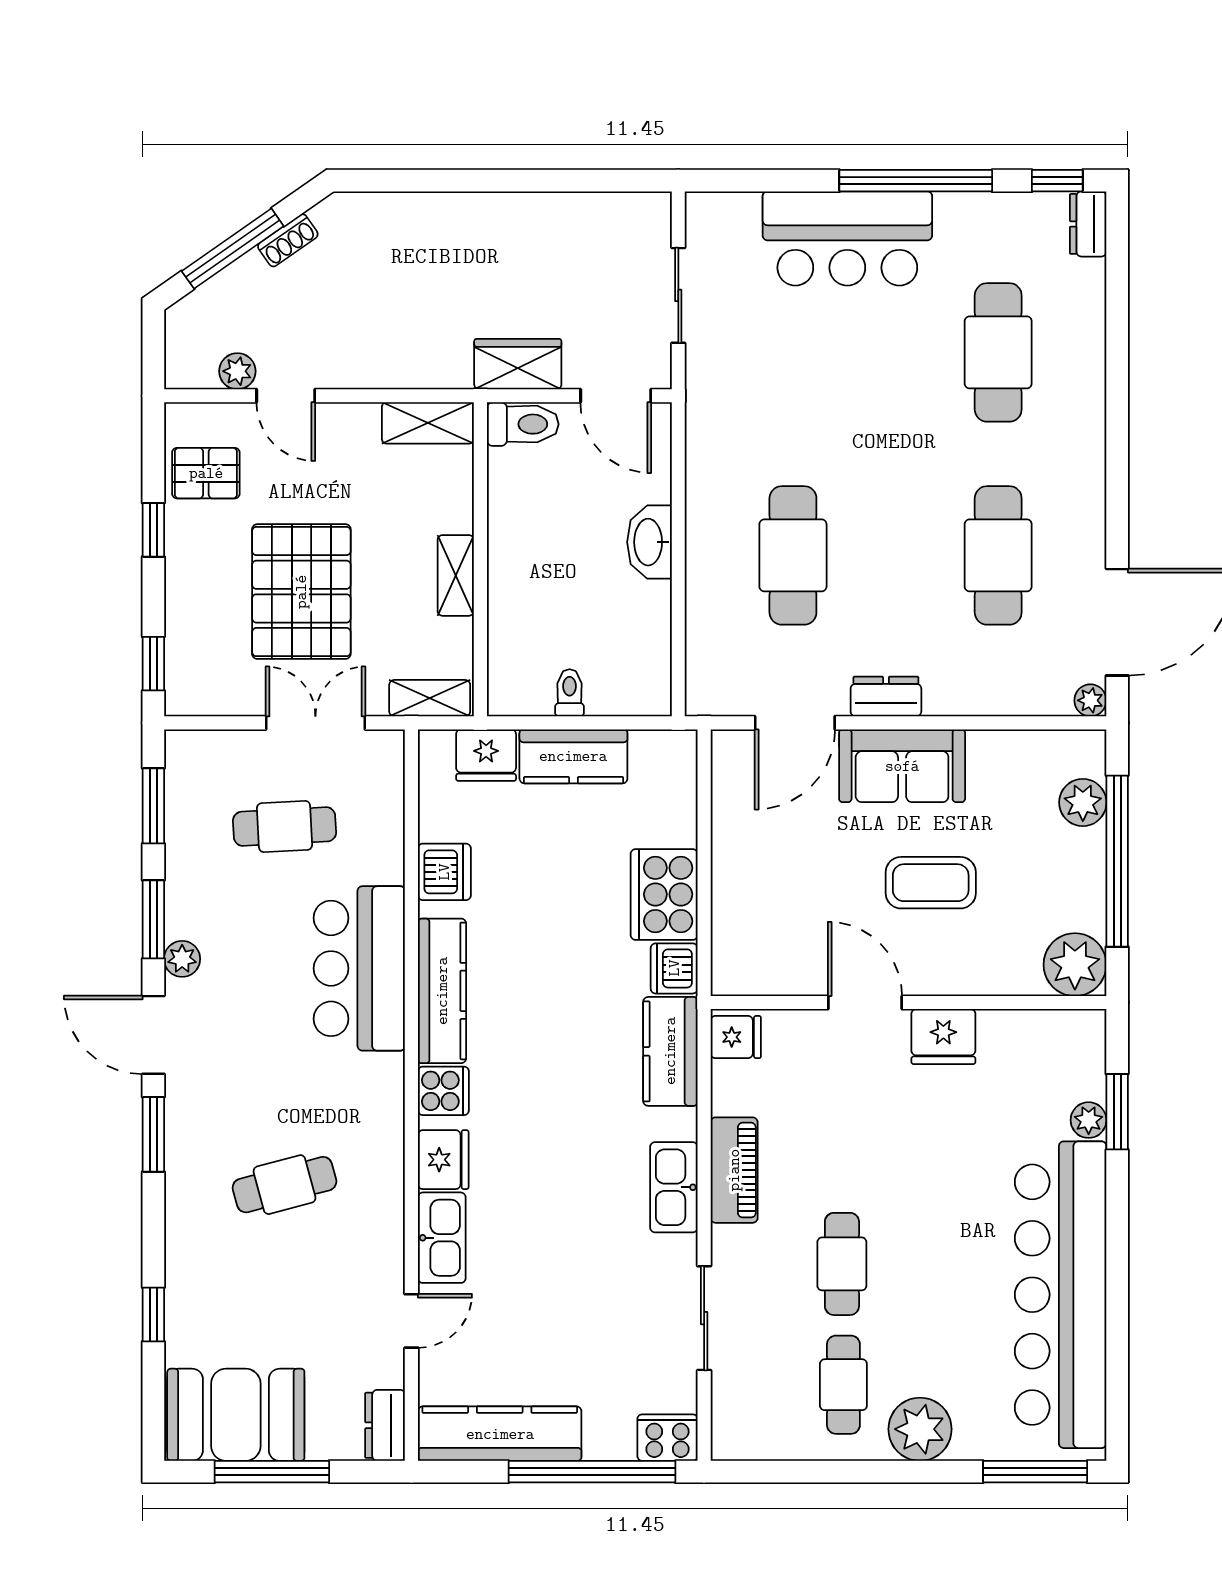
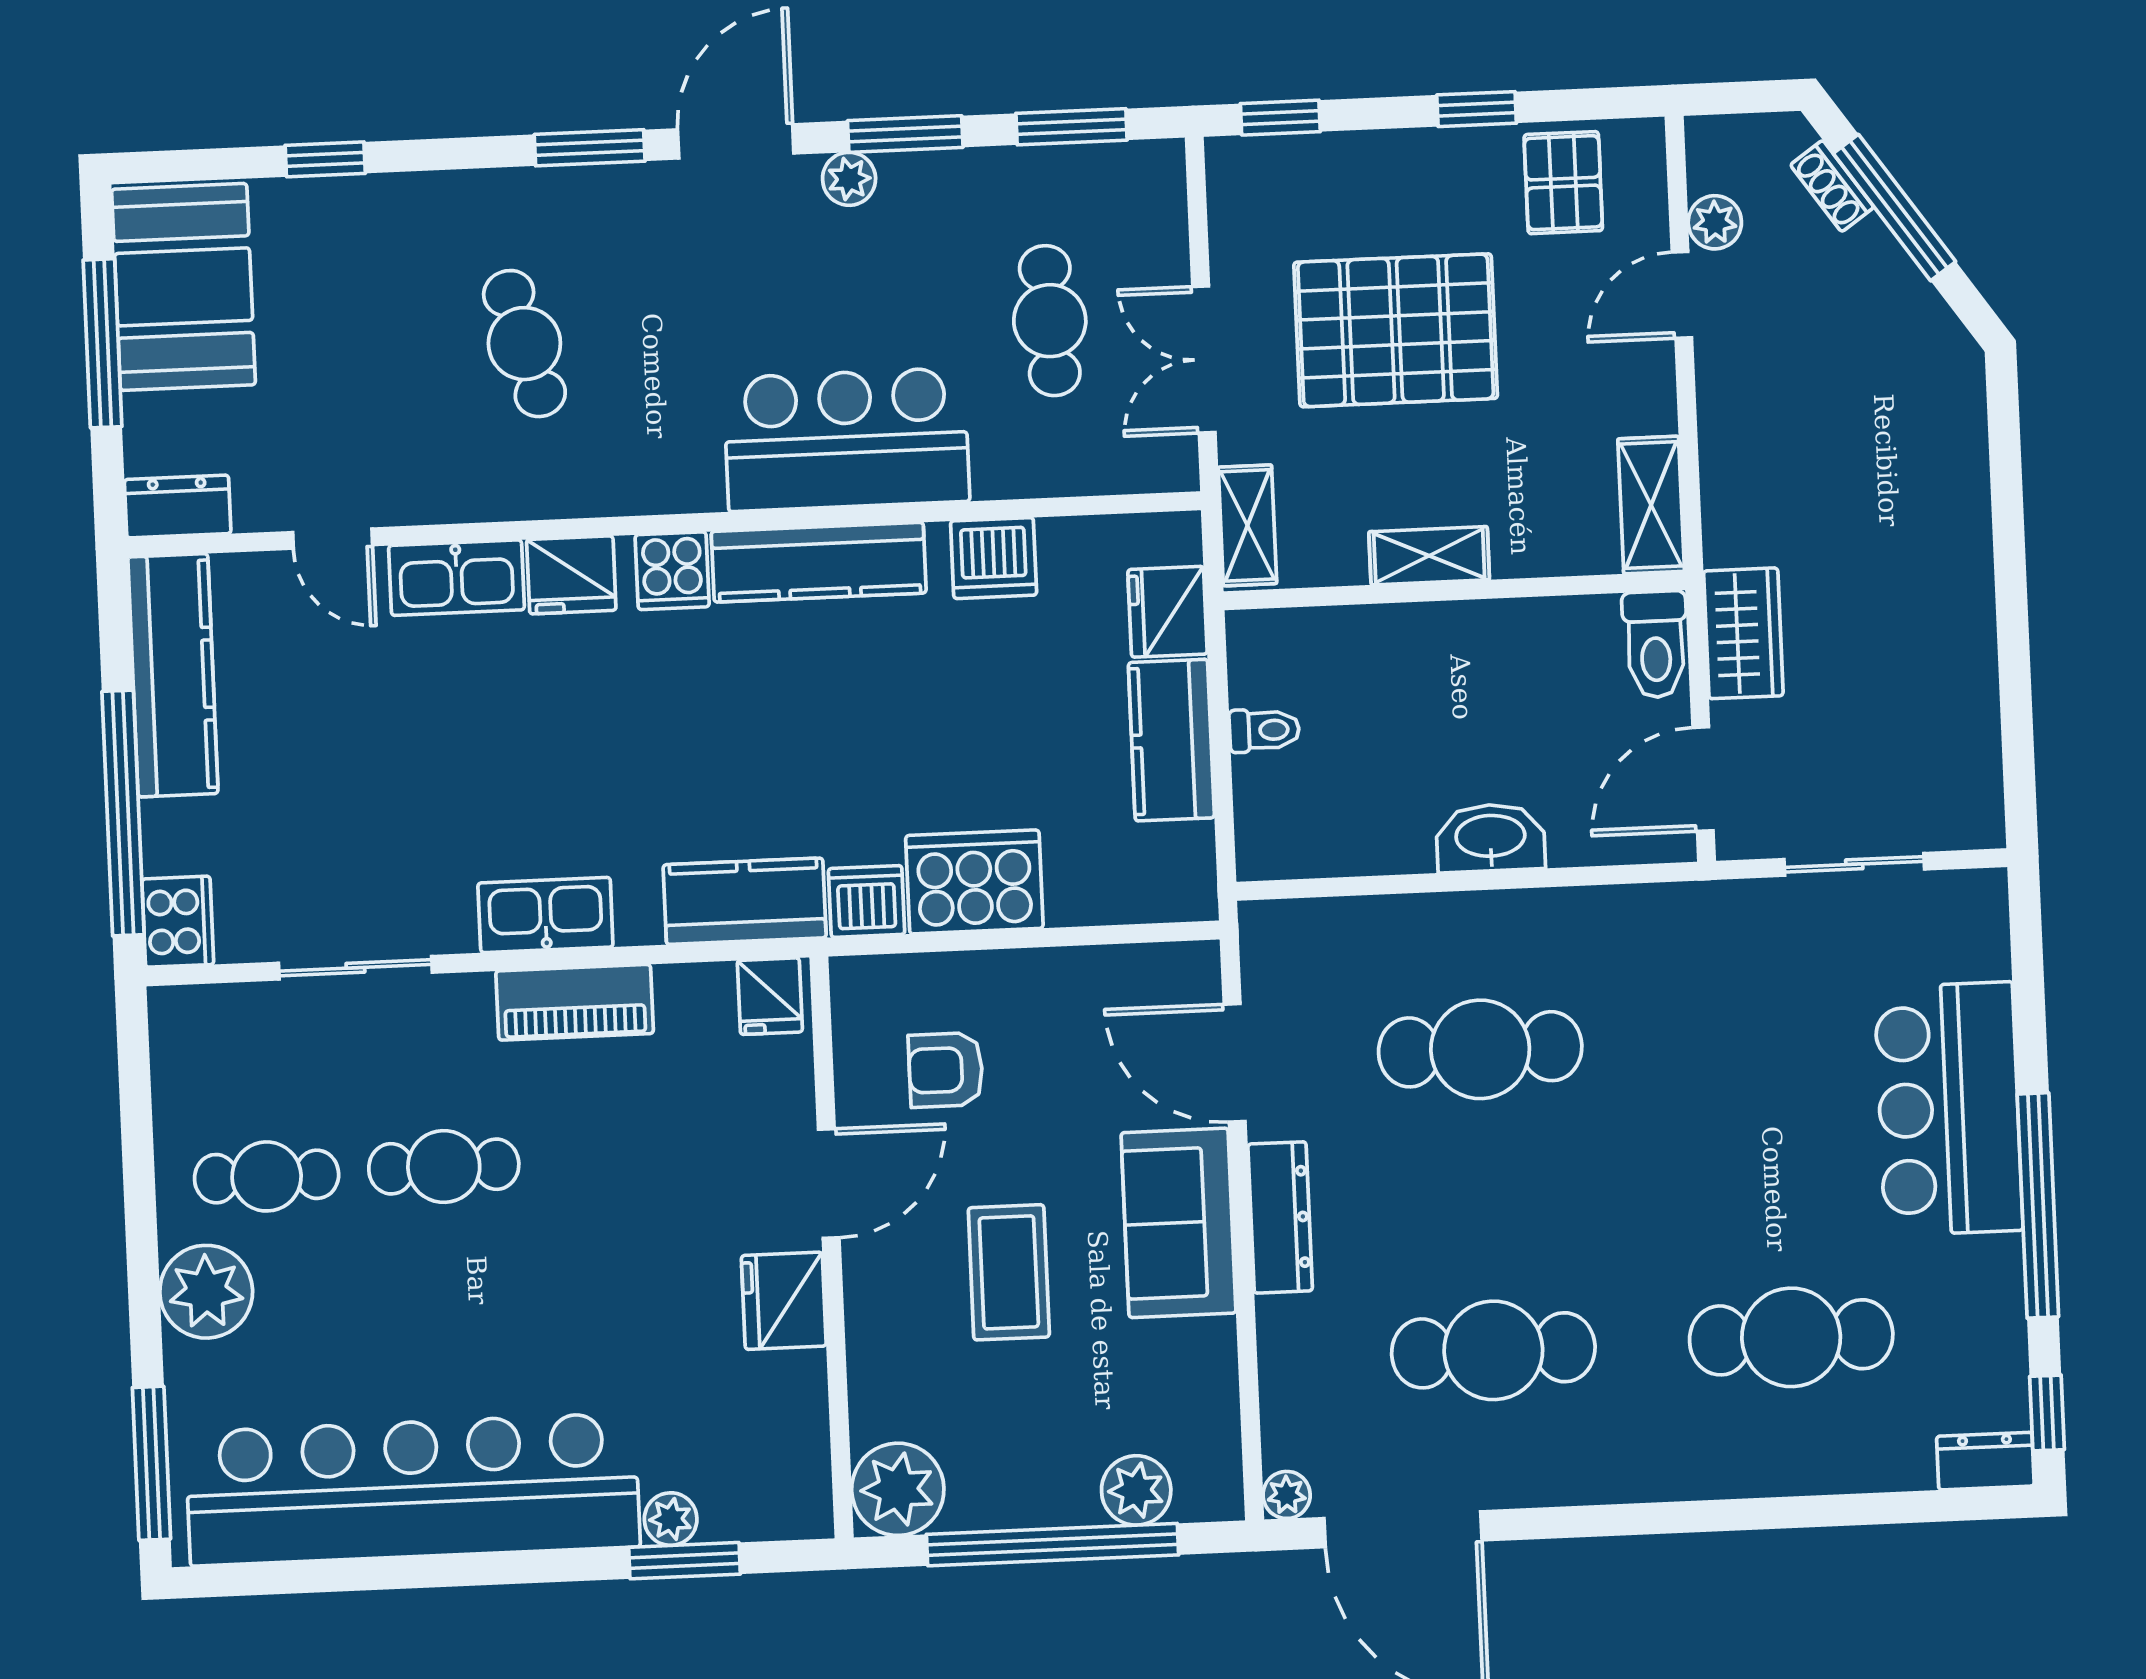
shoe rack: (288, 240) -> (1832, 186), moved
dresser: (886, 696) -> (1280, 1217), width x1.44
double door: (315, 723) -> (1204, 359), swing flipped
armchair: (791, 920) -> (946, 1070), added

